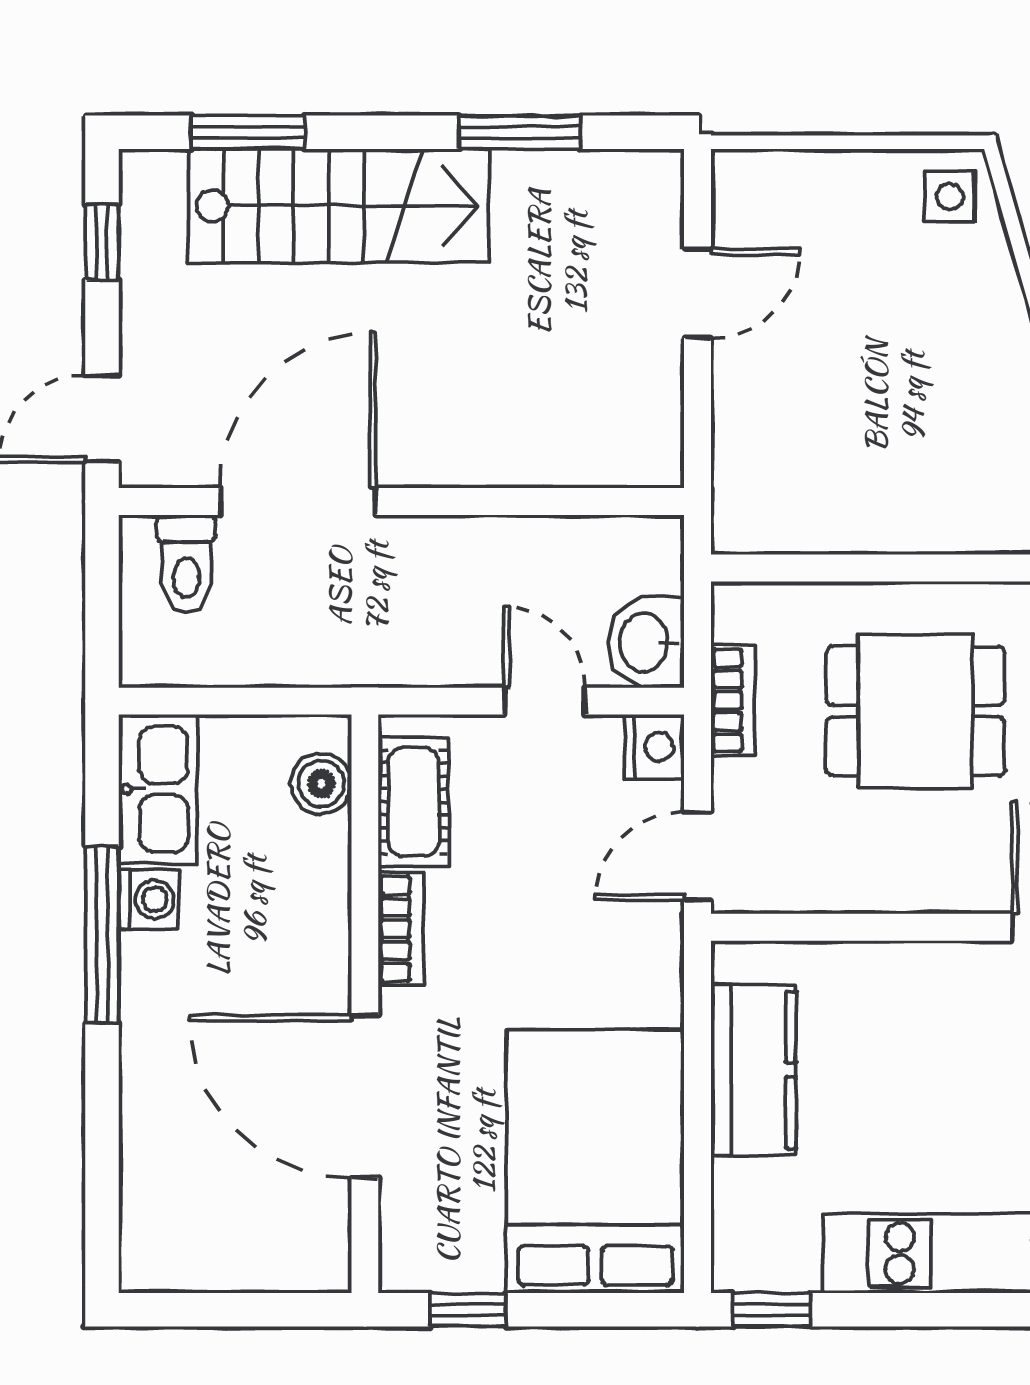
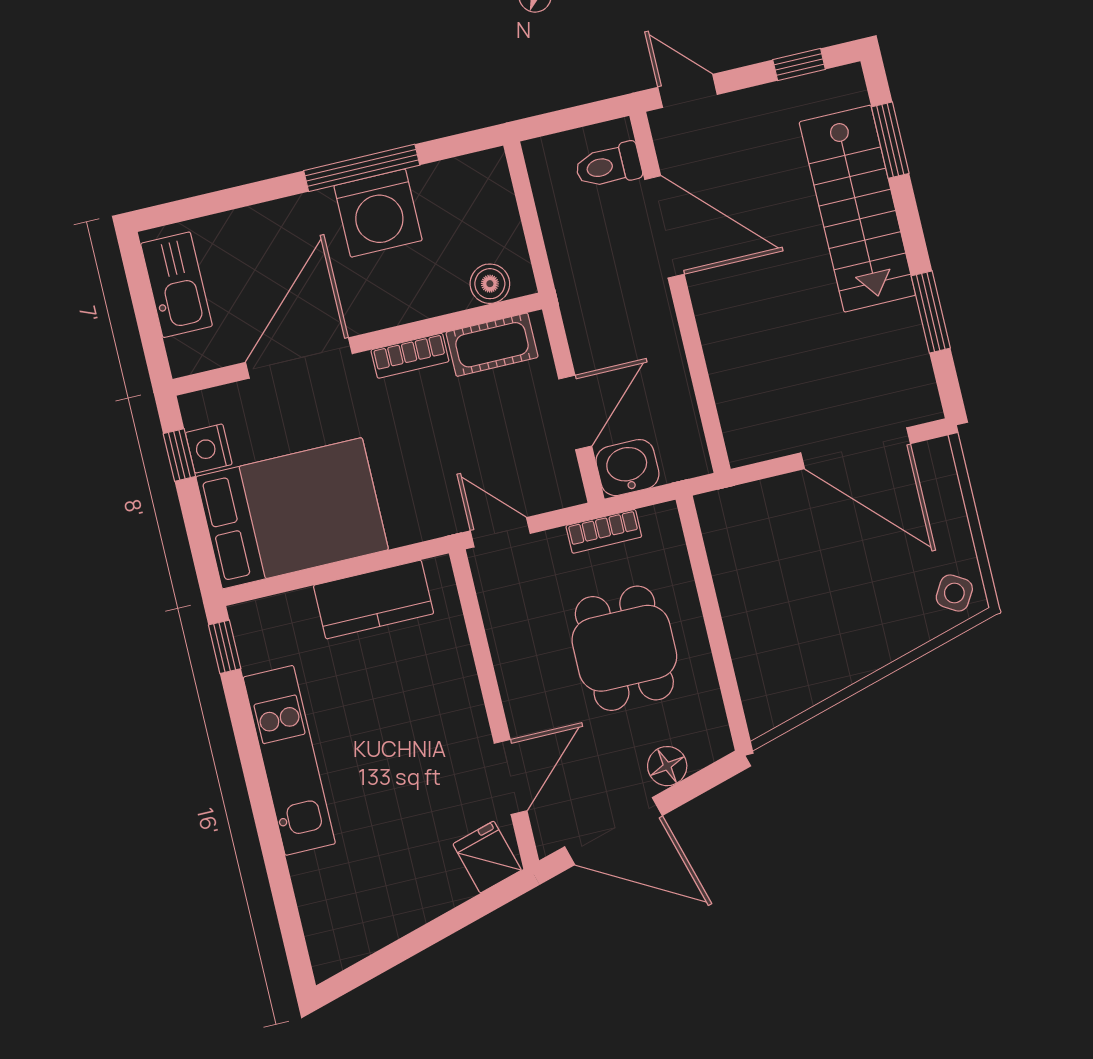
side table: (950, 197) -> (954, 593), turned 31
door: (697, 293) -> (856, 448), width x1.87
door: (545, 701) -> (575, 412), width x1.38
nightstand: (654, 747) -> (209, 449), moved, turned 90
kitchen sink: (158, 789) -> (177, 285), moved, turned -90
washing machine: (149, 899) -> (378, 213), width x1.89, depth x1.89

